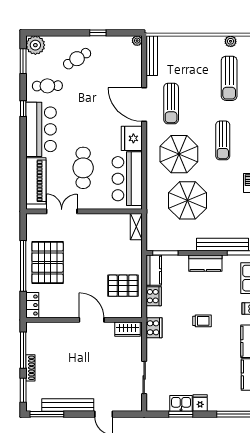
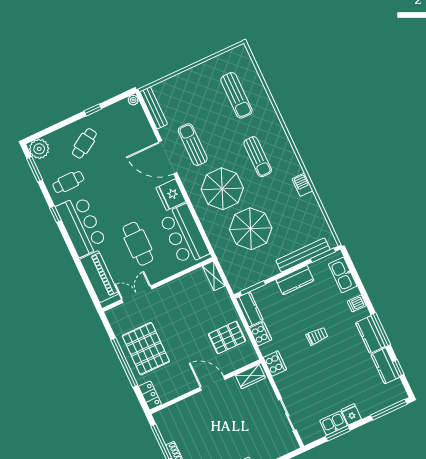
plant: (231, 41) -> (222, 60), removed
sun lounger: (171, 104) -> (193, 145), turned 180

